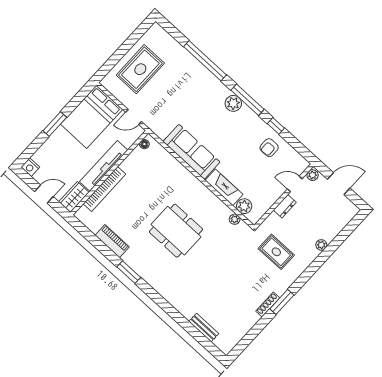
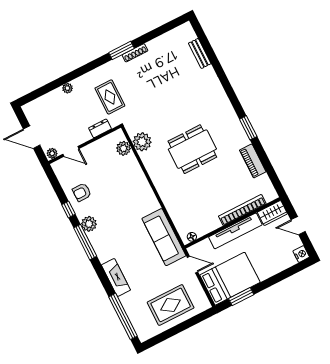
window: (205, 61) -> (123, 316), moved
plant: (233, 103) -> (89, 224), moved
window: (55, 124) -> (241, 297), moved
armchair: (269, 148) -> (82, 192), turned 180
sofa: (192, 152) -> (164, 237), moved
fireplace: (224, 187) -> (116, 278), moved, turned 180
dresser: (285, 206) -> (100, 128), moved
plant: (235, 219) -> (142, 142), width x1.88, depth x1.88
dining table: (176, 231) -> (192, 149), turned 90

